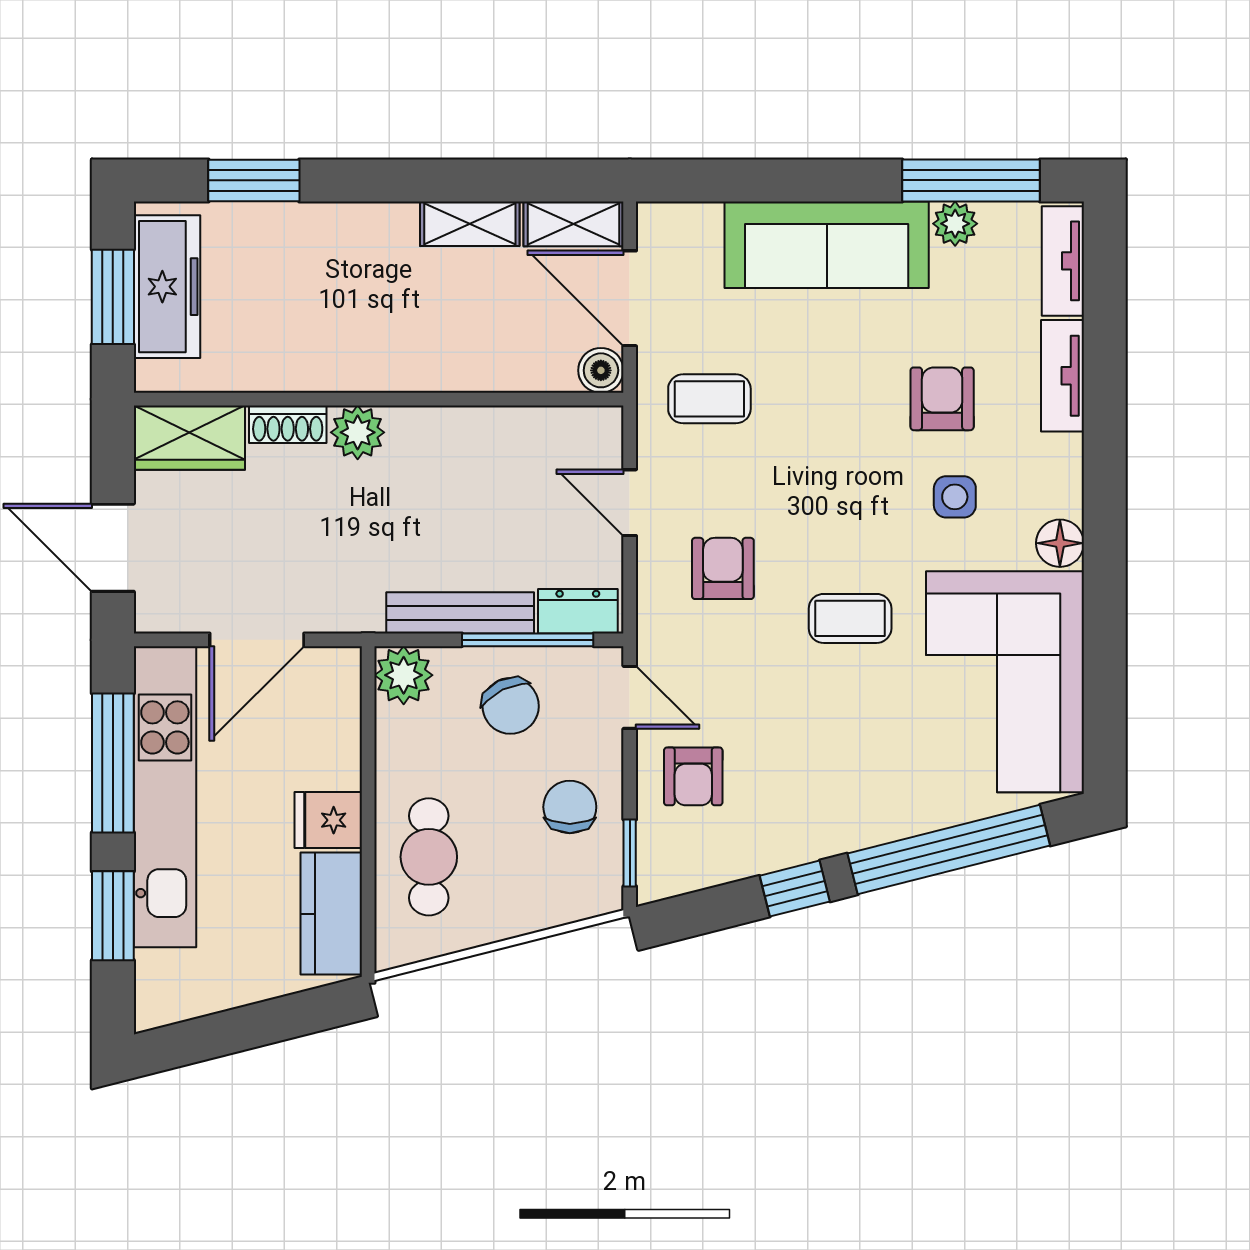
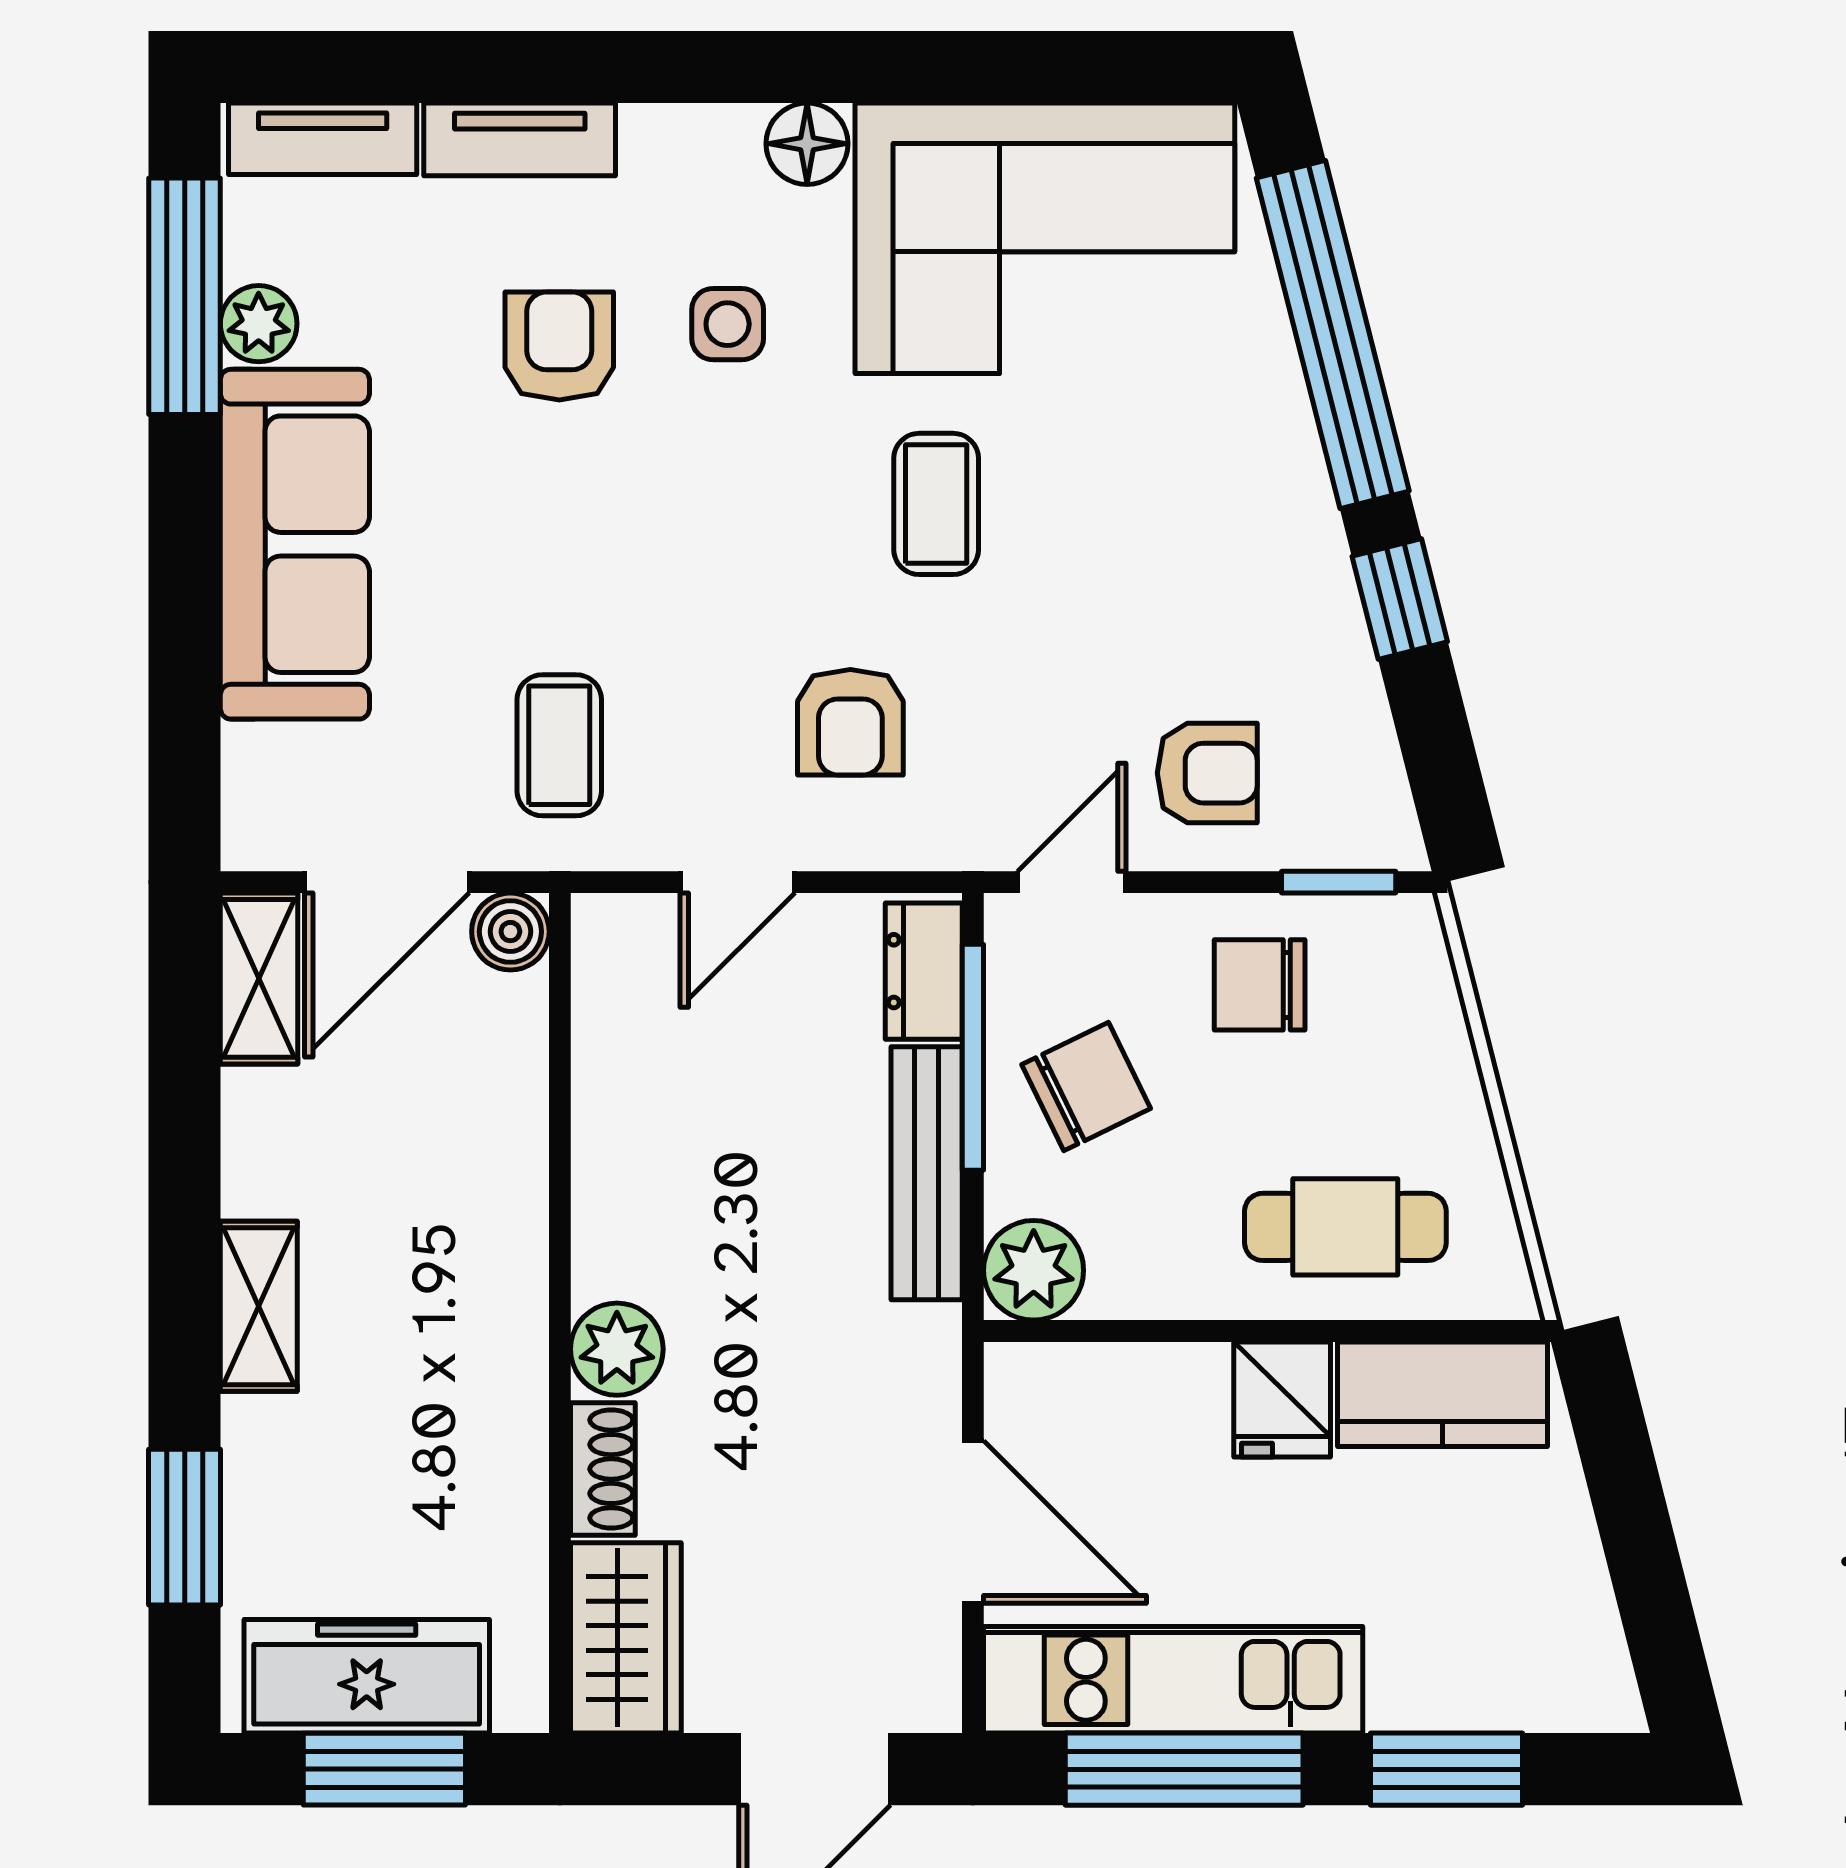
shelving: (470, 224) -> (259, 1306), moved
armchair: (942, 399) -> (559, 346), turned 90
armchair: (723, 568) -> (850, 722), turned -90
kitchen unit: (165, 797) -> (1173, 1680), width x0.73

